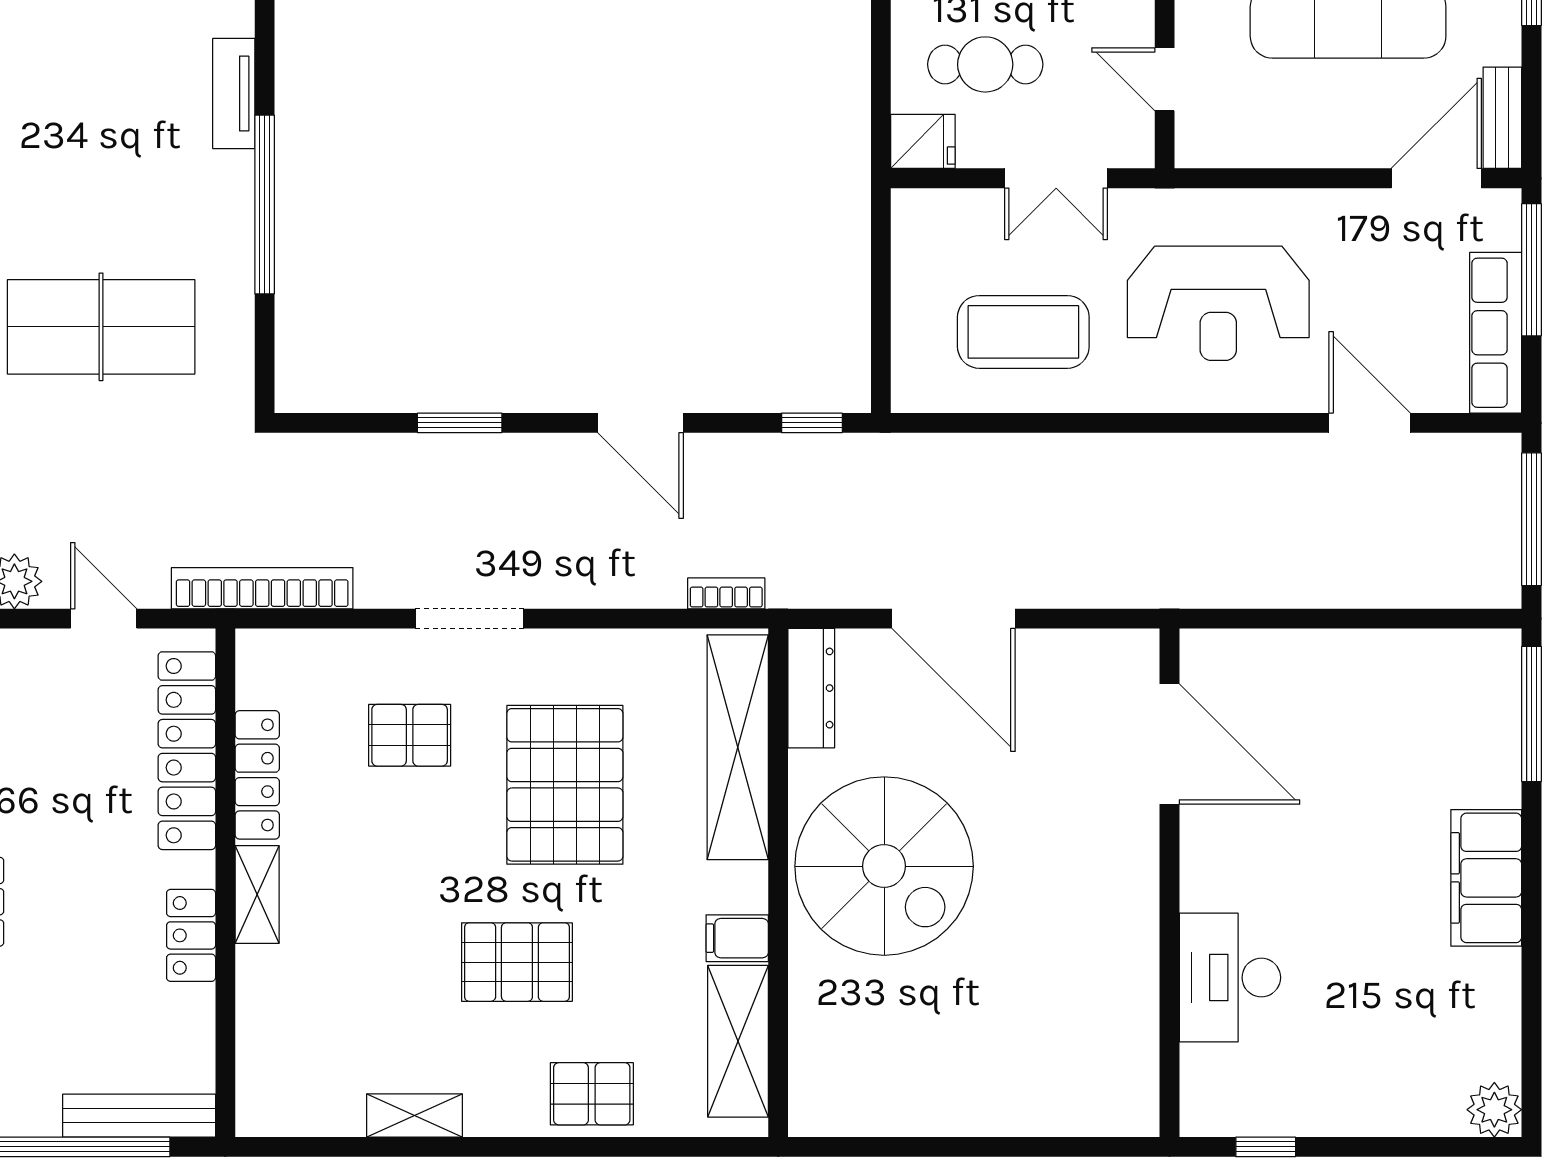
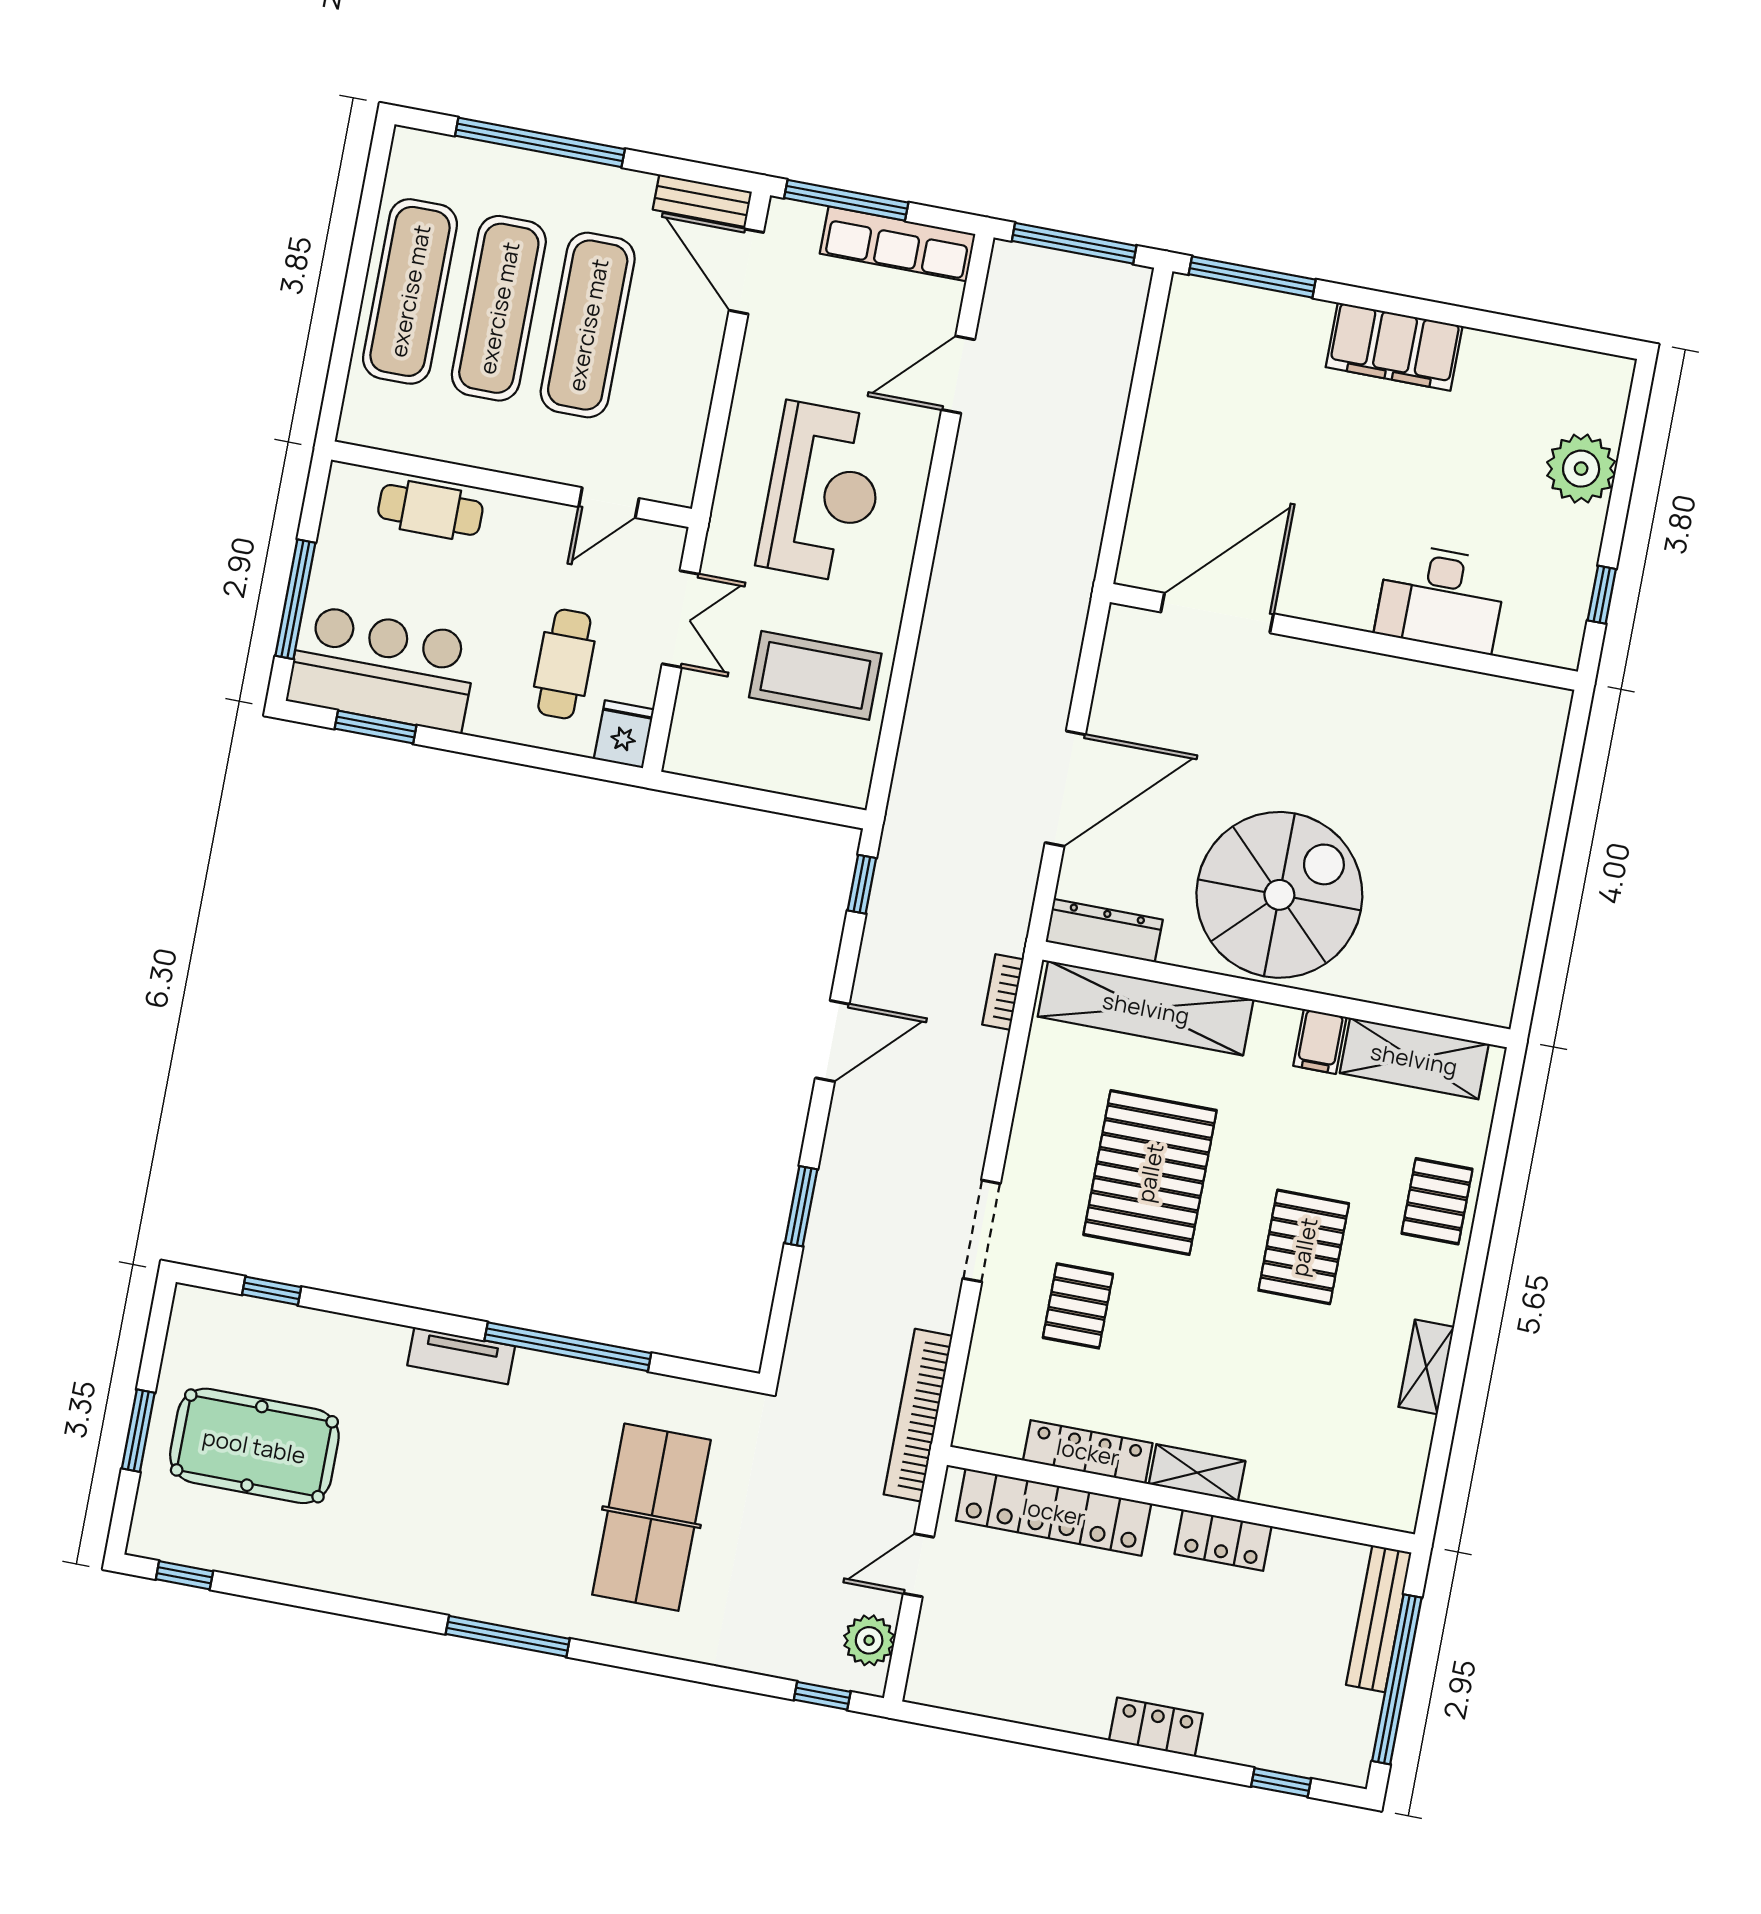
coffee table: (1023, 332) -> (815, 675), turned 90
pallet: (565, 785) -> (1150, 1173), turned 90
plant: (1494, 1110) -> (1581, 469), moved, width x1.36, depth x1.36

